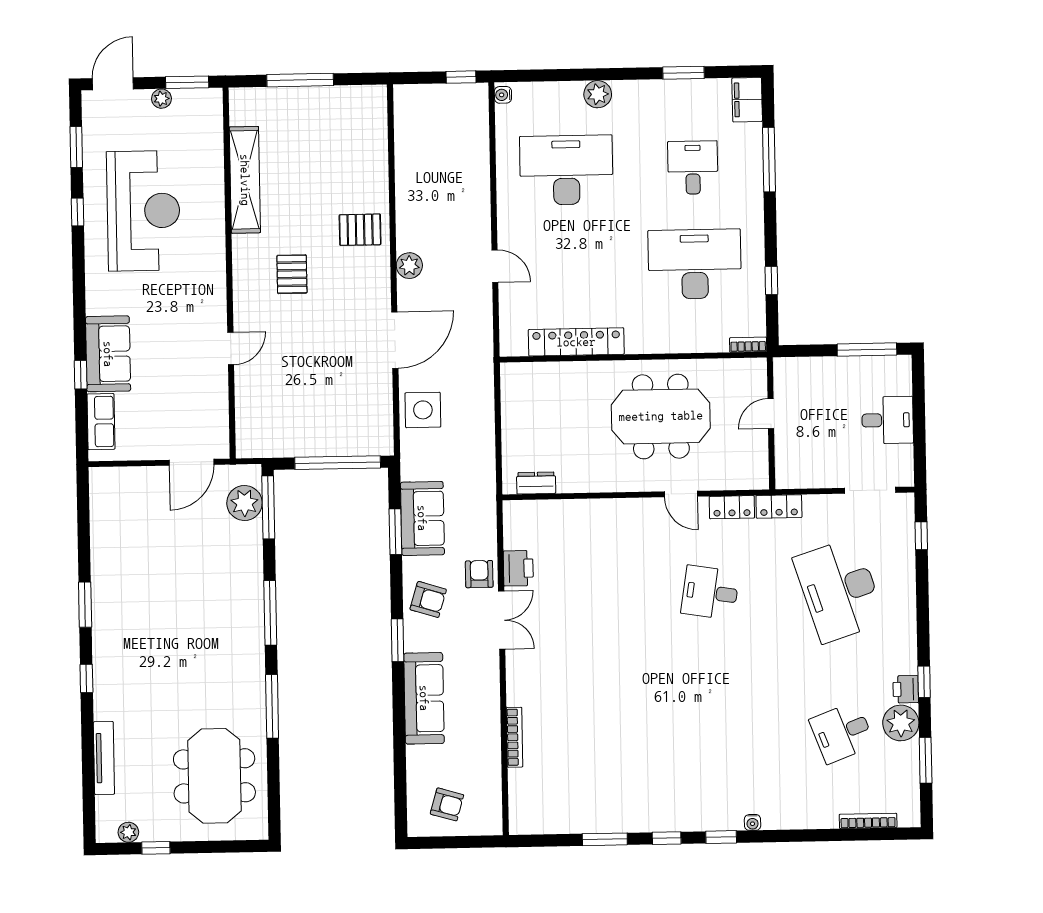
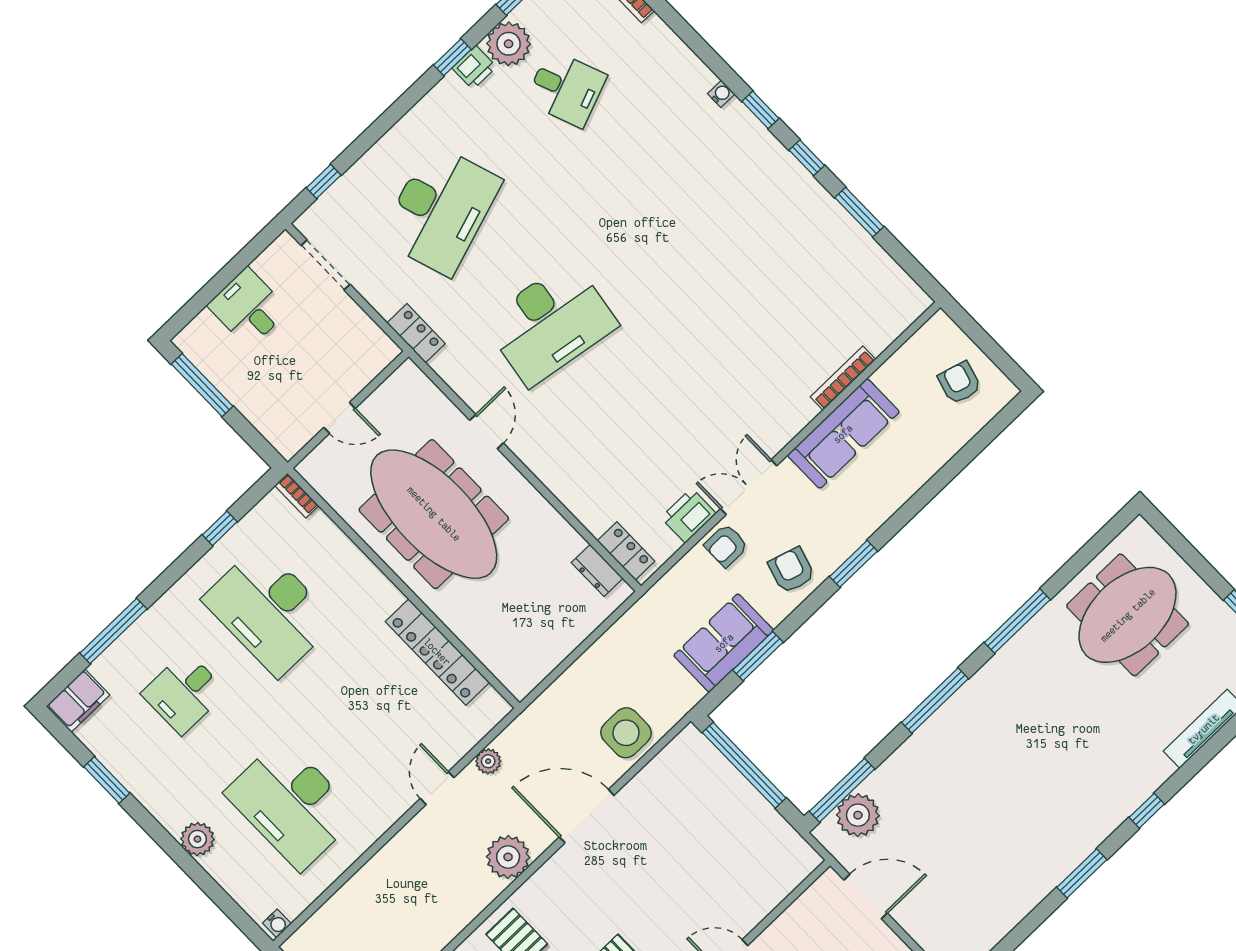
plant: (409, 266) -> (508, 857), width x1.36, depth x1.36
plant: (483, 312) -> (488, 761), added
meeting table: (661, 416) -> (434, 514), width x1.36
locker: (732, 507) -> (626, 551), moved
desk: (710, 593) -> (550, 323), width x1.87, depth x1.30
sofa: (424, 698) -> (843, 434), moved, turned 180

